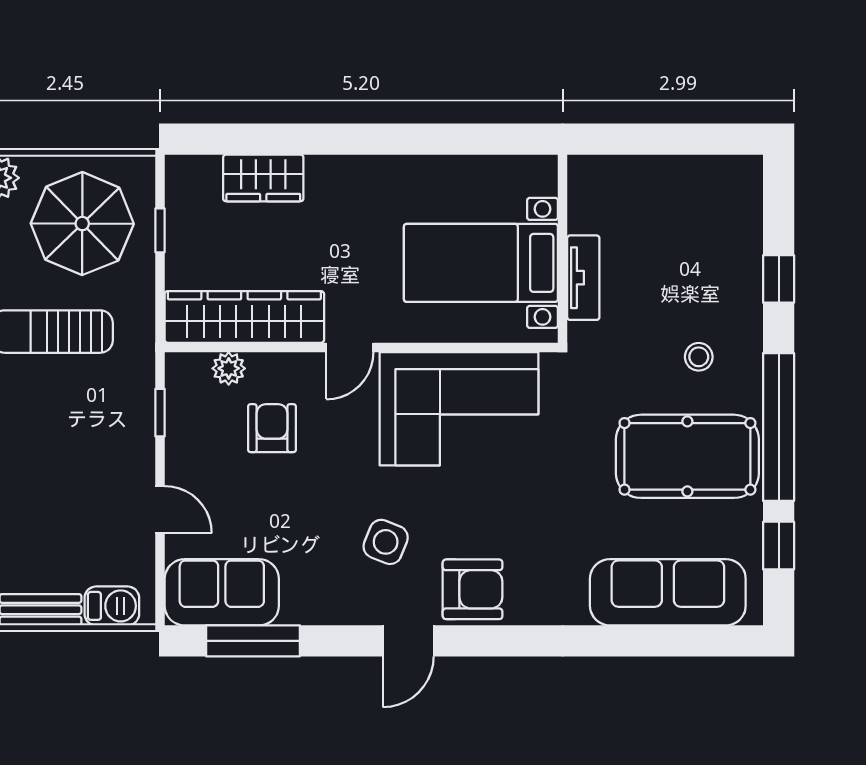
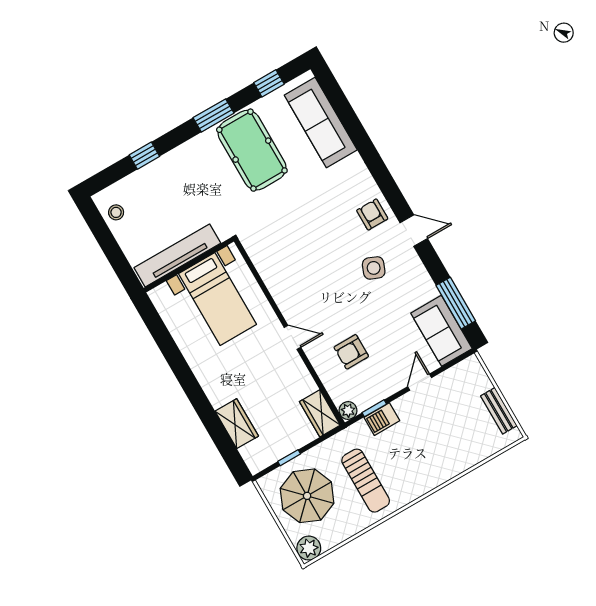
tv unit: (583, 278) -> (177, 255), width x1.92, depth x1.29
wardrobe: (244, 317) -> (320, 413), width x0.48, depth x0.85
stool: (699, 357) -> (116, 212), moved
plant: (229, 368) -> (348, 410), moved
corner sofa: (459, 409) -> (292, 270), removed
window: (779, 427) -> (214, 115), width x0.47
armchair: (473, 589) -> (372, 214), width x0.72, depth x0.72
barbecue: (112, 606) -> (382, 419), moved, turned -90

